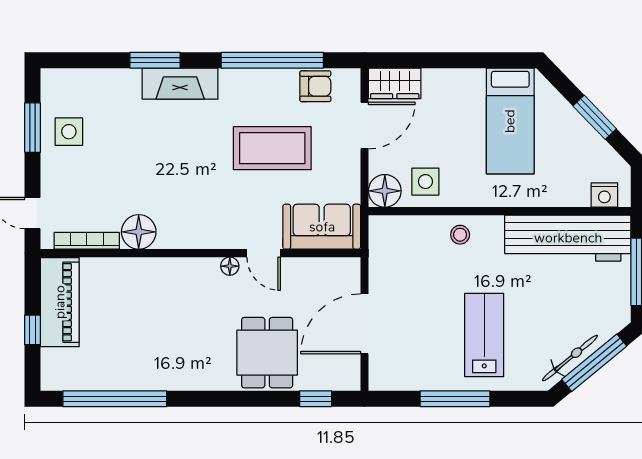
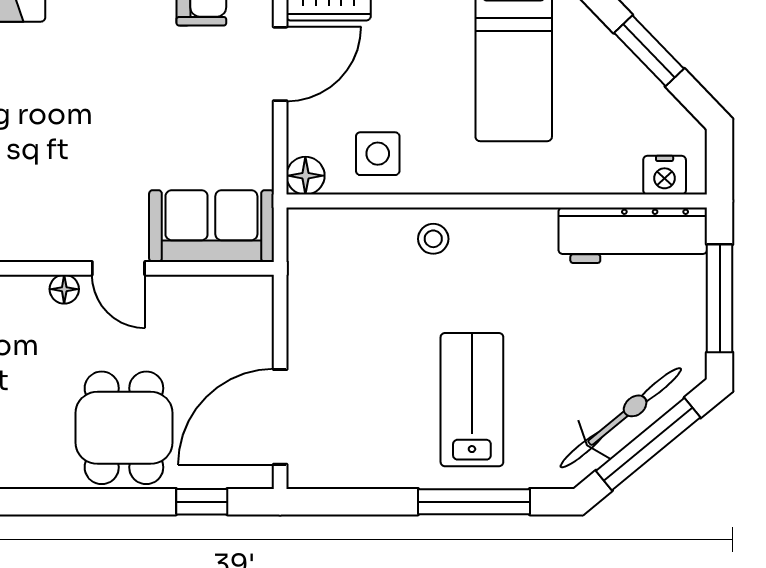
coffee table: (272, 148) -> (132, 100), removed
floor lamp: (385, 191) -> (305, 176), width x0.73, depth x0.73
workbench: (568, 238) -> (633, 235), width x0.73, depth x0.76
door: (365, 324) -> (280, 417), moved
bicycle: (570, 358) -> (621, 418), width x1.37, depth x1.40
window: (455, 399) -> (474, 502), moved

